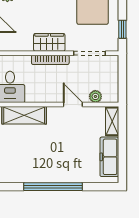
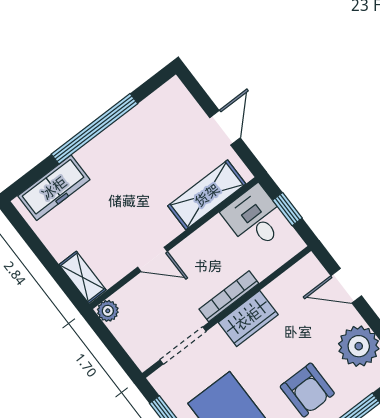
plant: (95, 96) -> (108, 311), moved
freezer: (109, 157) -> (54, 188), moved, turned 90

